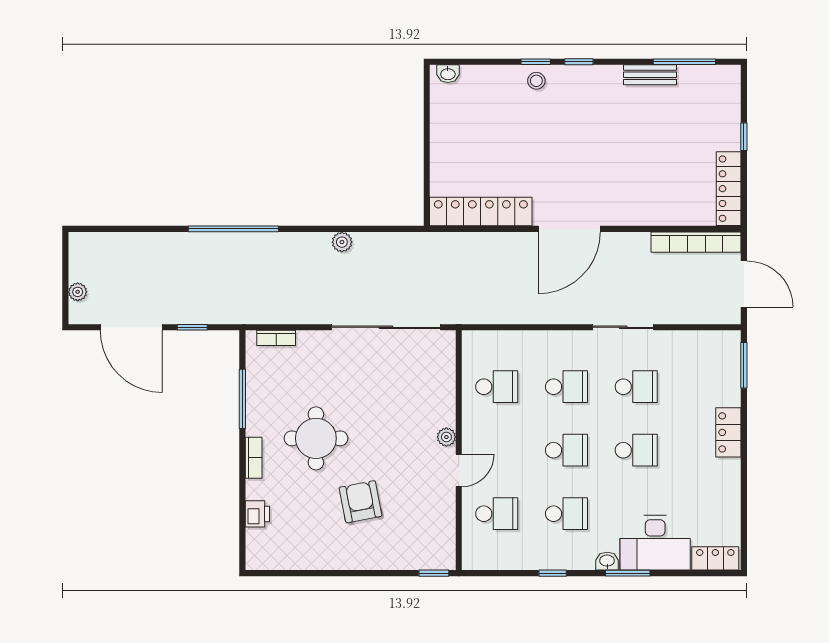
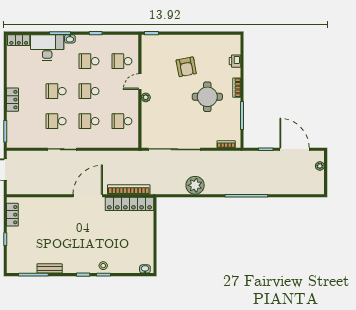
locker: (729, 189) -> (12, 215), width x0.66
plant: (342, 242) -> (195, 185), width x1.88, depth x1.88
bookcase: (696, 242) -> (129, 189), moved

